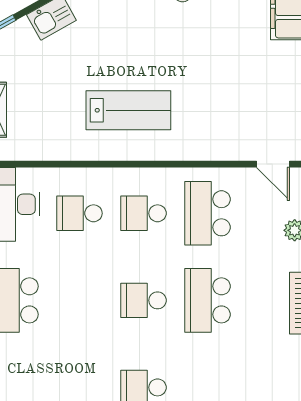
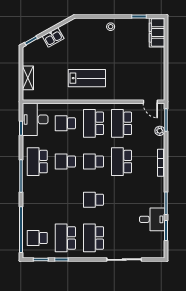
school desk: (143, 213) -> (93, 123), width x1.85
school desk: (79, 300) -> (65, 162), added

